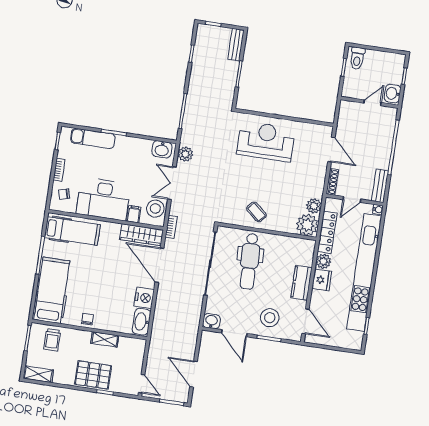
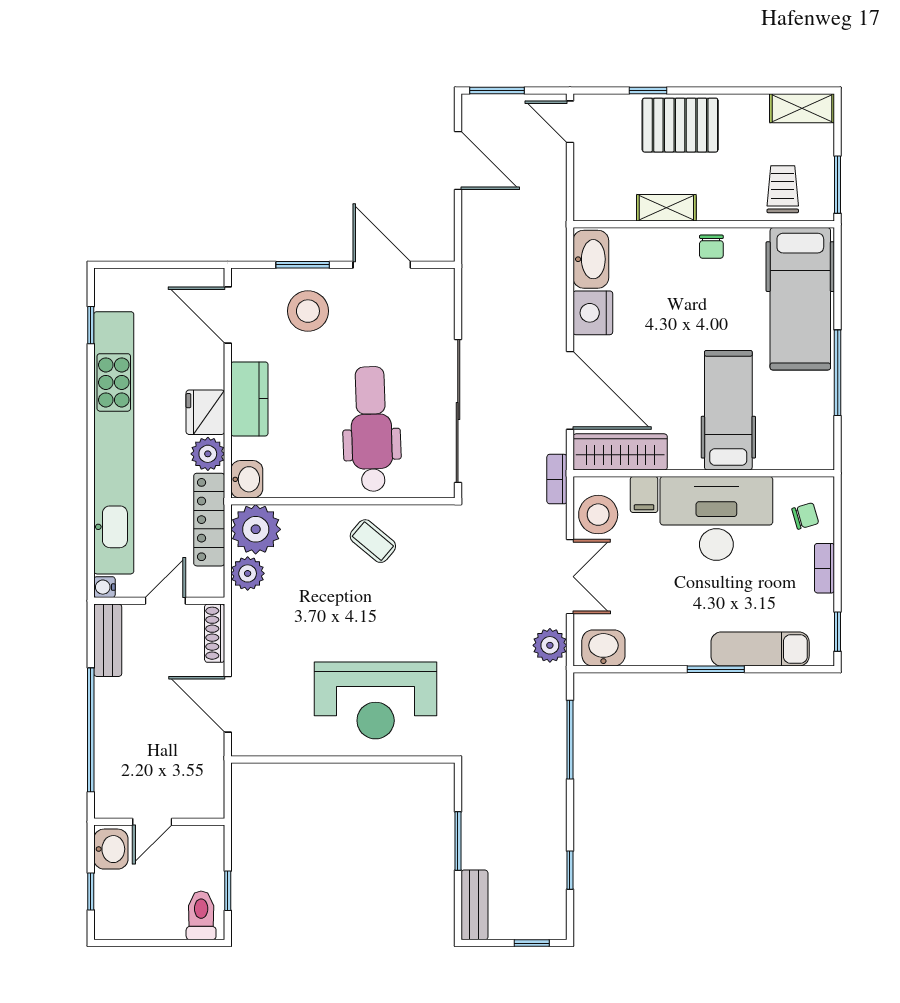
hospital bed: (72, 231) -> (728, 410), moved, turned 90
washbasin: (211, 321) -> (247, 479), moved, turned -90

